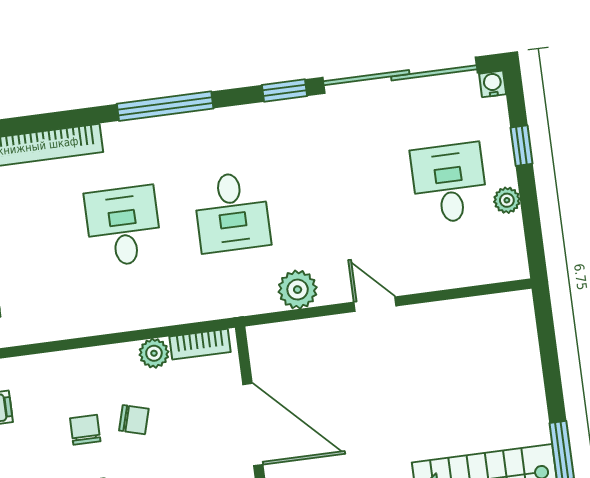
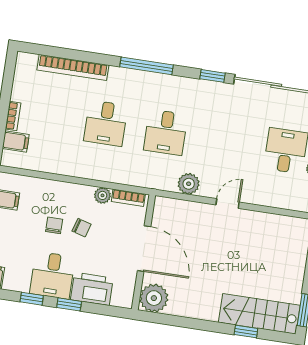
desk: (123, 226) -> (106, 123), turned 180
door: (375, 304) -> (228, 203), hinge flipped

